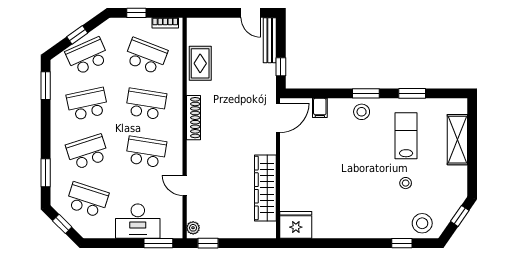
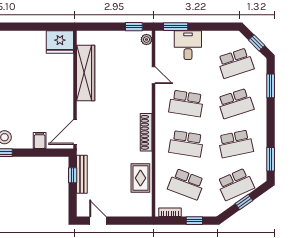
bench: (270, 40) -> (82, 174), moved
school desk: (87, 200) -> (236, 63), turned -36
desk: (138, 221) -> (188, 45), width x0.73

